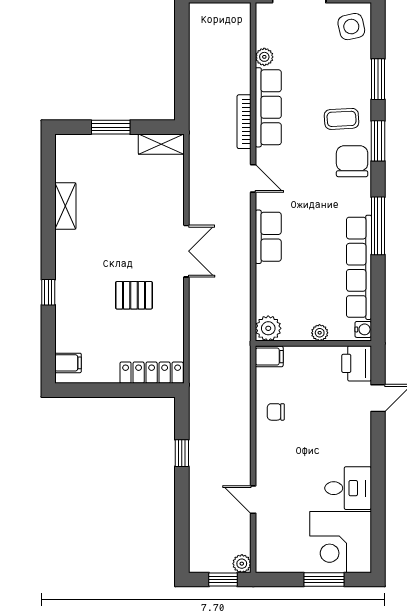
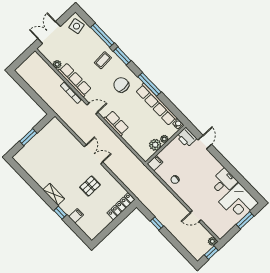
window: (378, 79) -> (102, 35), width x1.44
shelving: (161, 144) -> (51, 127), removed
chair: (352, 161) -> (121, 85), moved
shelving: (65, 206) -> (54, 194), moved
plant: (268, 328) -> (155, 145), moved
filing cabinet: (68, 363) -> (76, 216), moved

